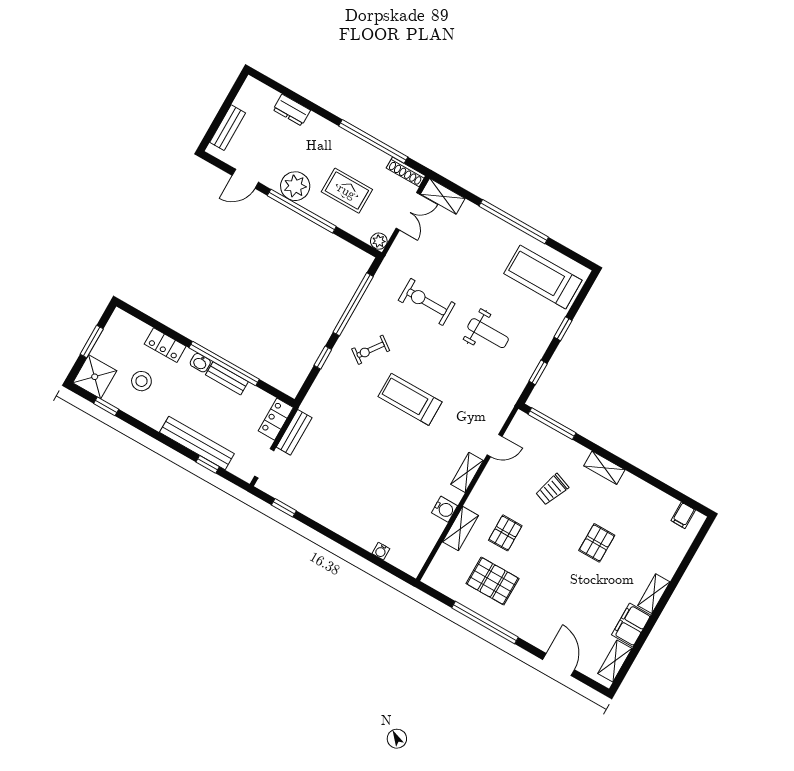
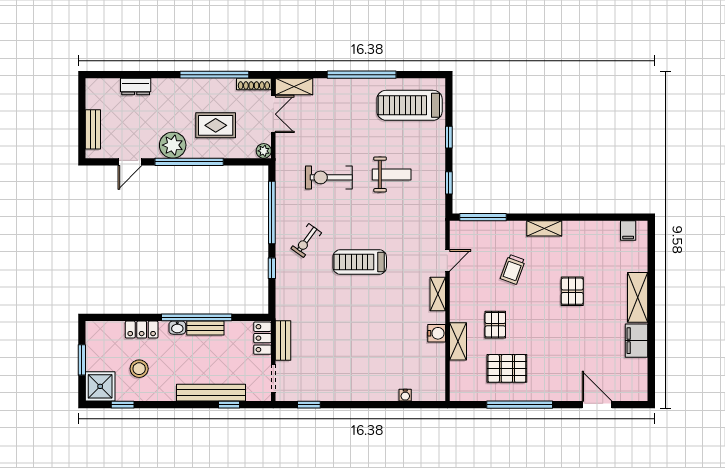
shelving: (654, 594) -> (638, 297), width x1.50, depth x1.33
shelving: (615, 661) -> (640, 377), removed

